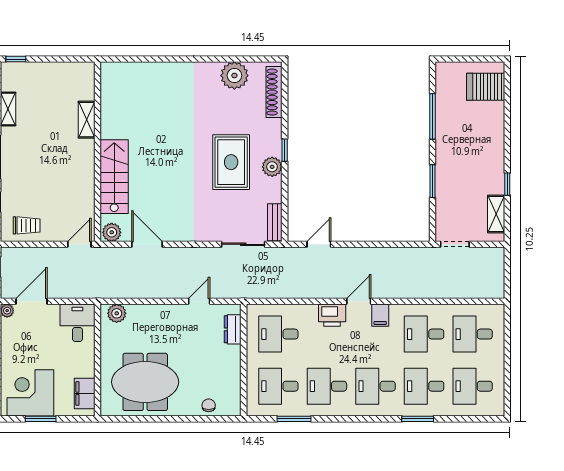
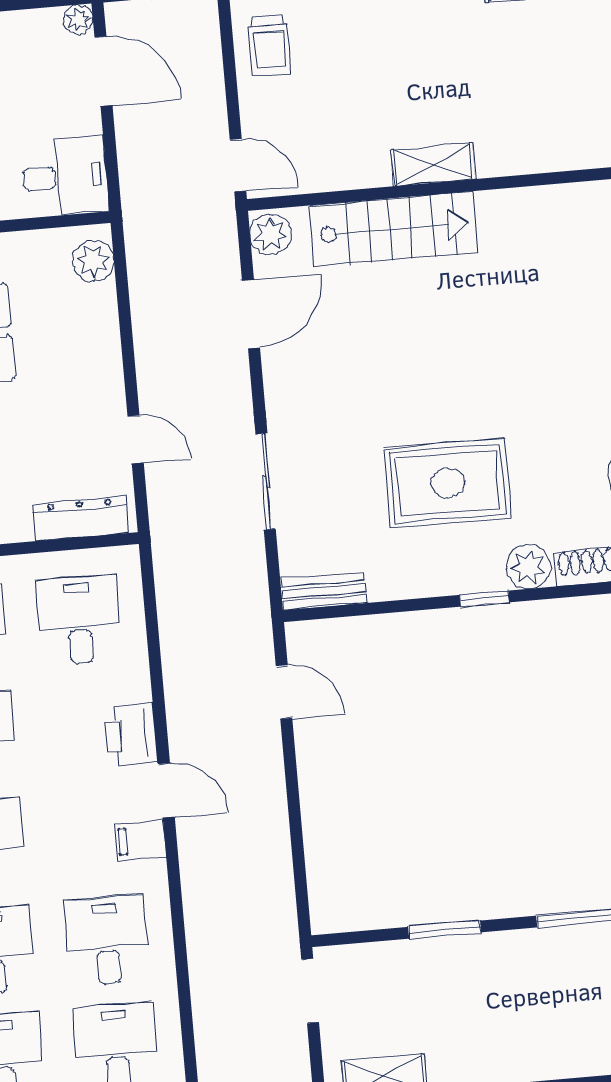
shelving: (87, 120) -> (433, 164), moved
plant: (272, 167) -> (528, 567), moved
sliding door: (243, 244) -> (266, 482), moved
dresser: (233, 329) -> (81, 519), width x1.44

